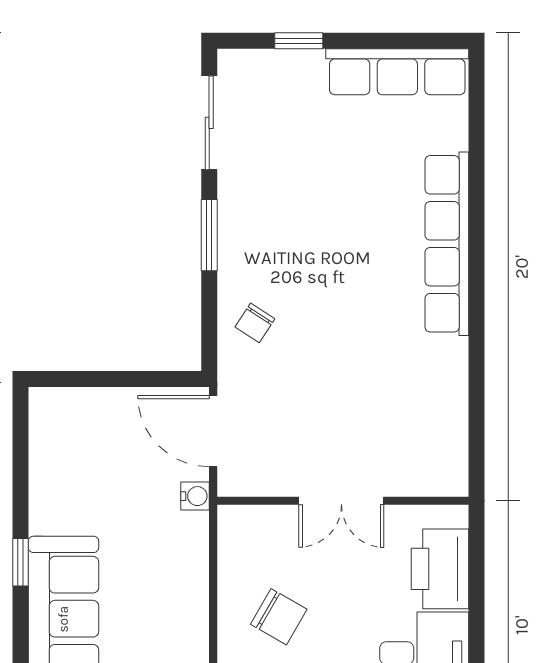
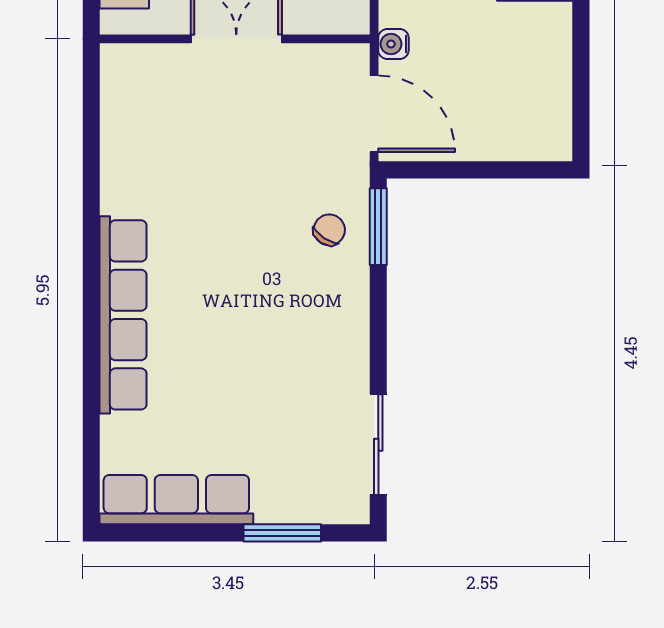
window: (299, 41) -> (282, 533), width x1.50
window: (209, 235) -> (378, 227), moved

